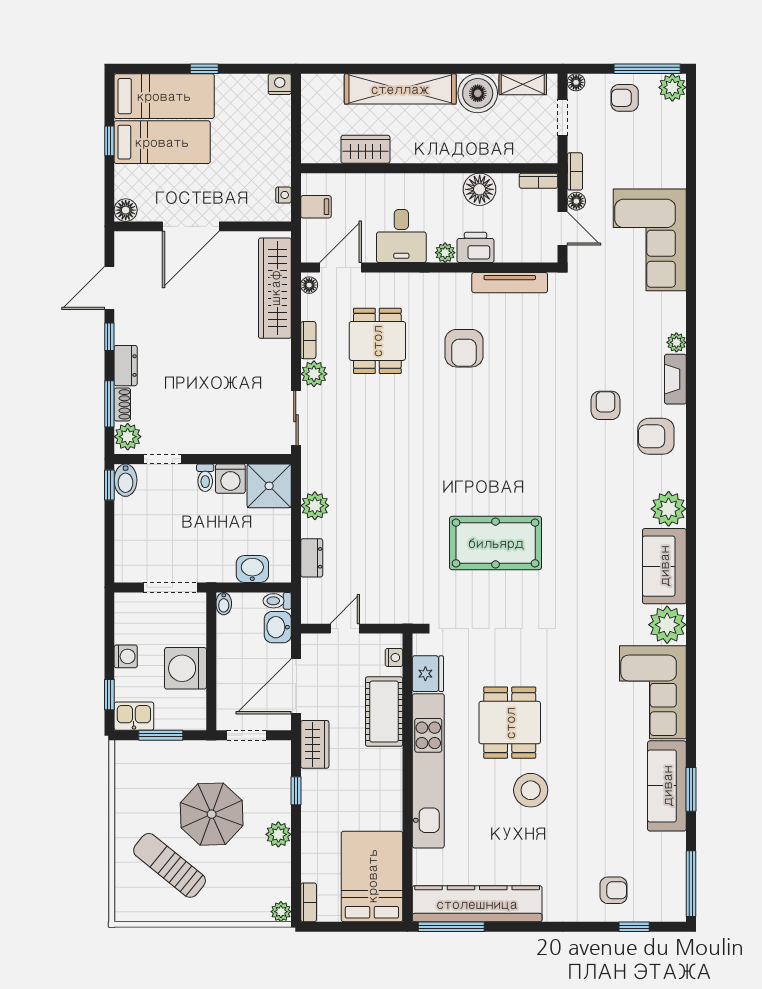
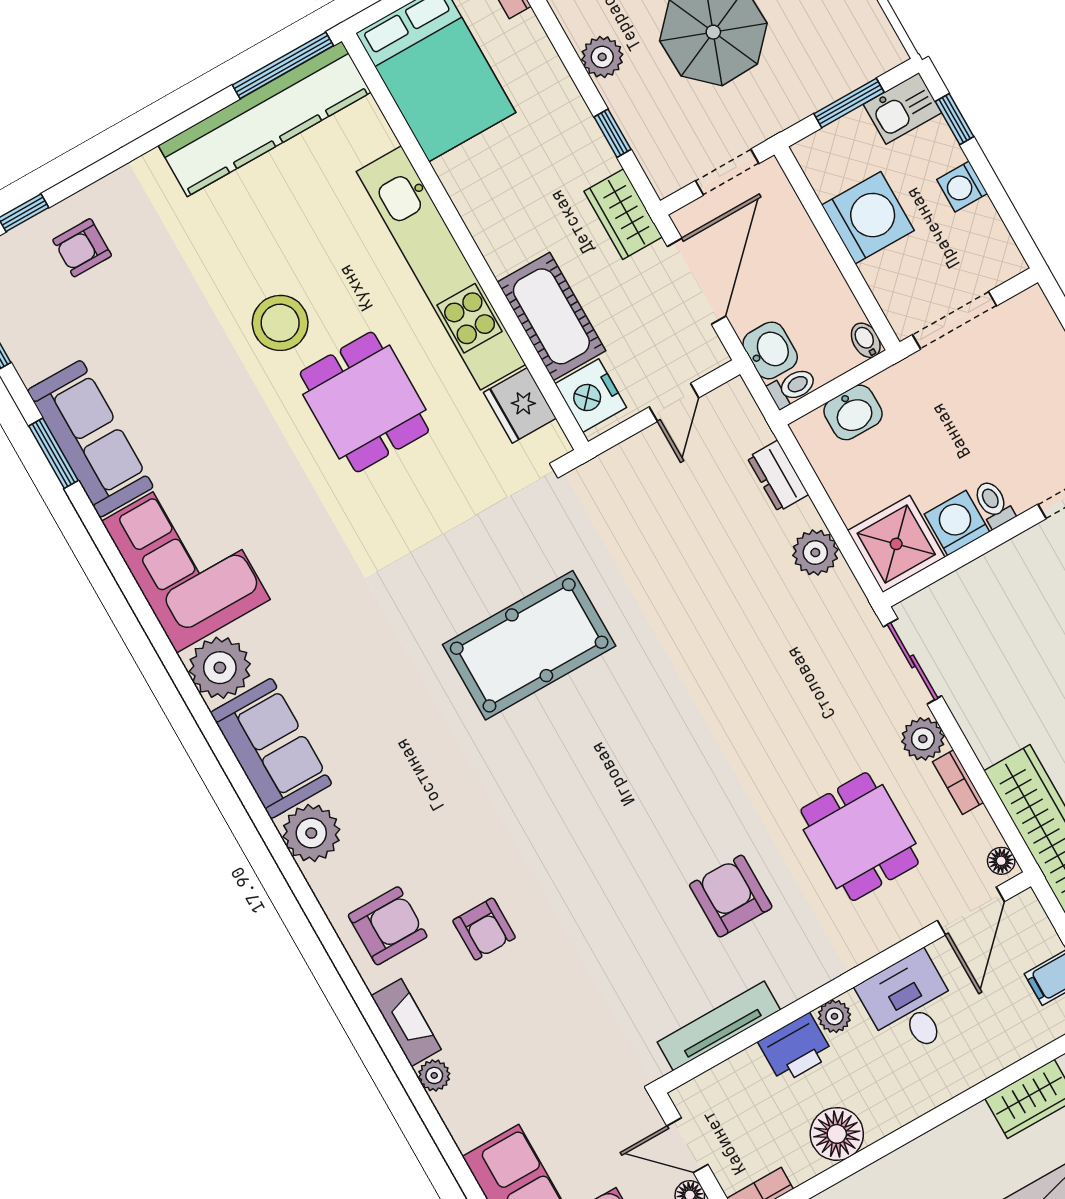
nightstand: (394, 657) -> (591, 396), width x1.89, depth x1.79

